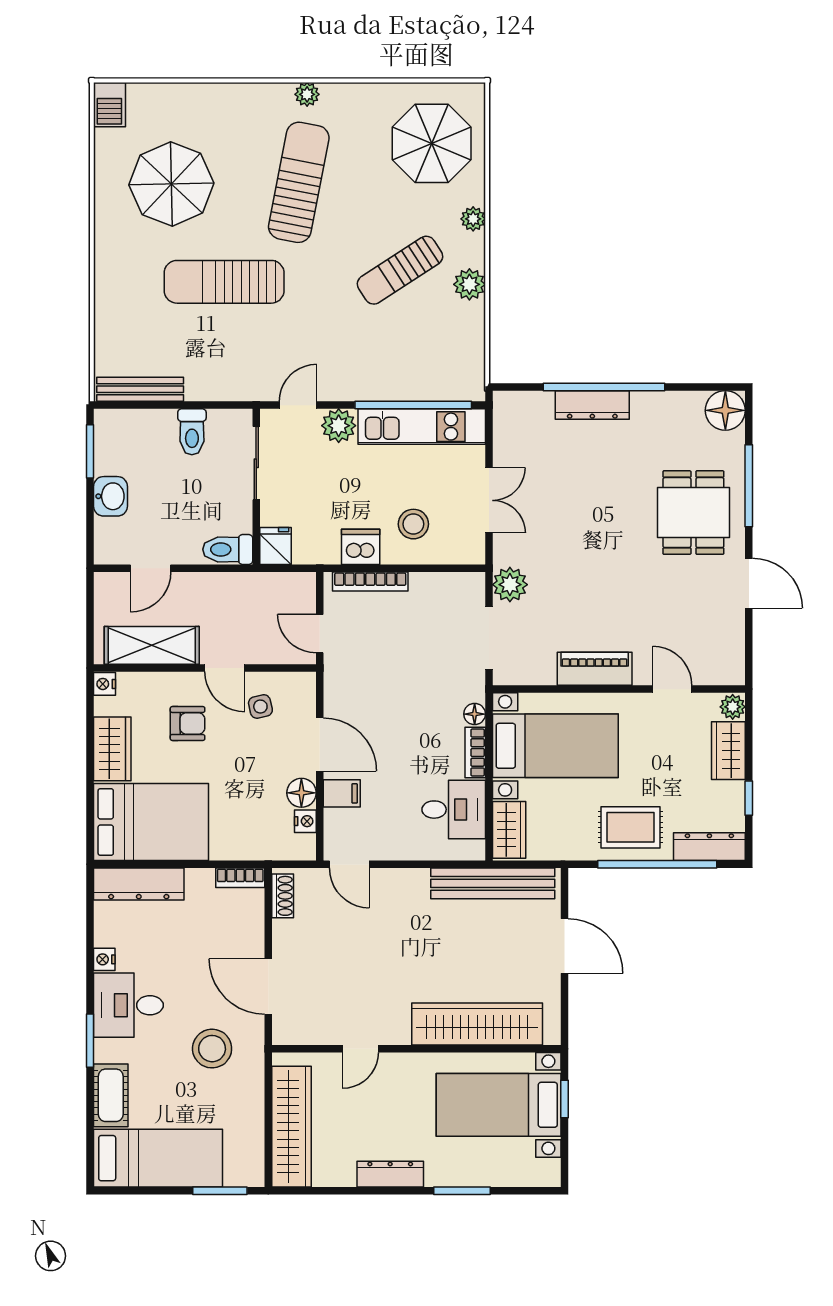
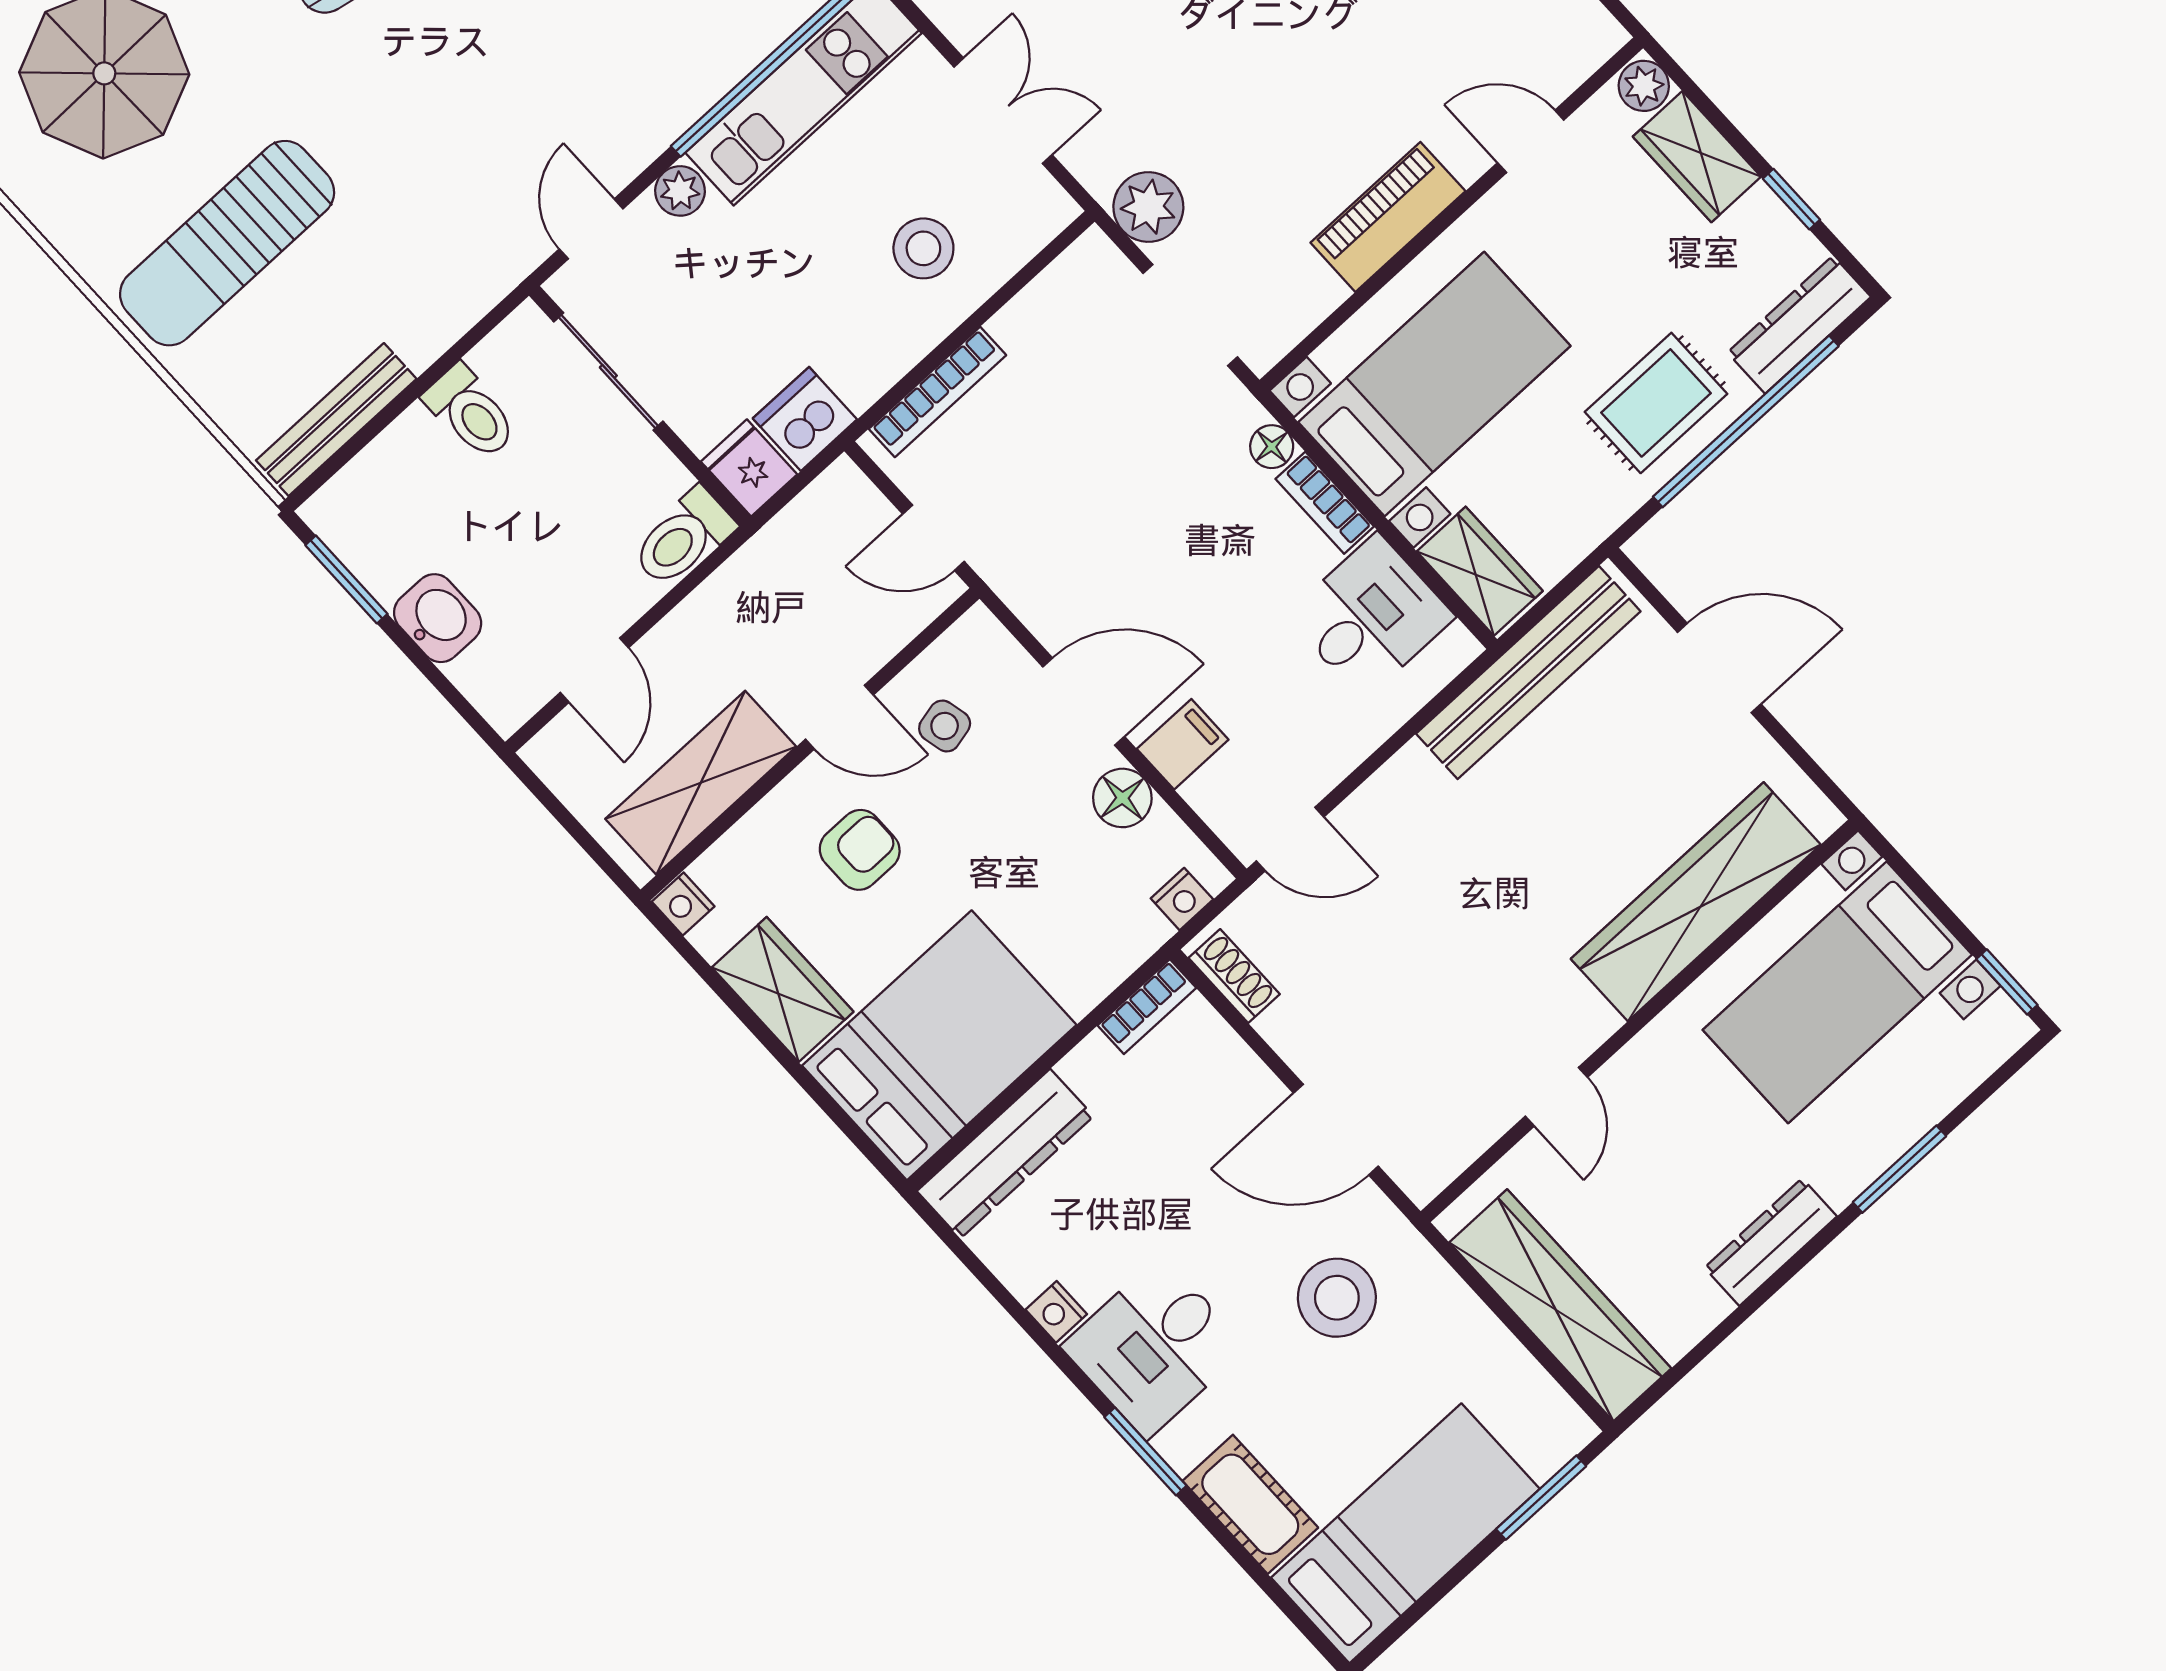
sun lounger: (224, 282) -> (227, 243), moved
plant: (339, 426) -> (680, 191), width x0.73, depth x0.73
dishwasher: (361, 547) -> (805, 419), moved
nightstand: (305, 821) -> (1182, 899), moved, turned 90
window: (564, 1099) -> (2007, 982), moved

